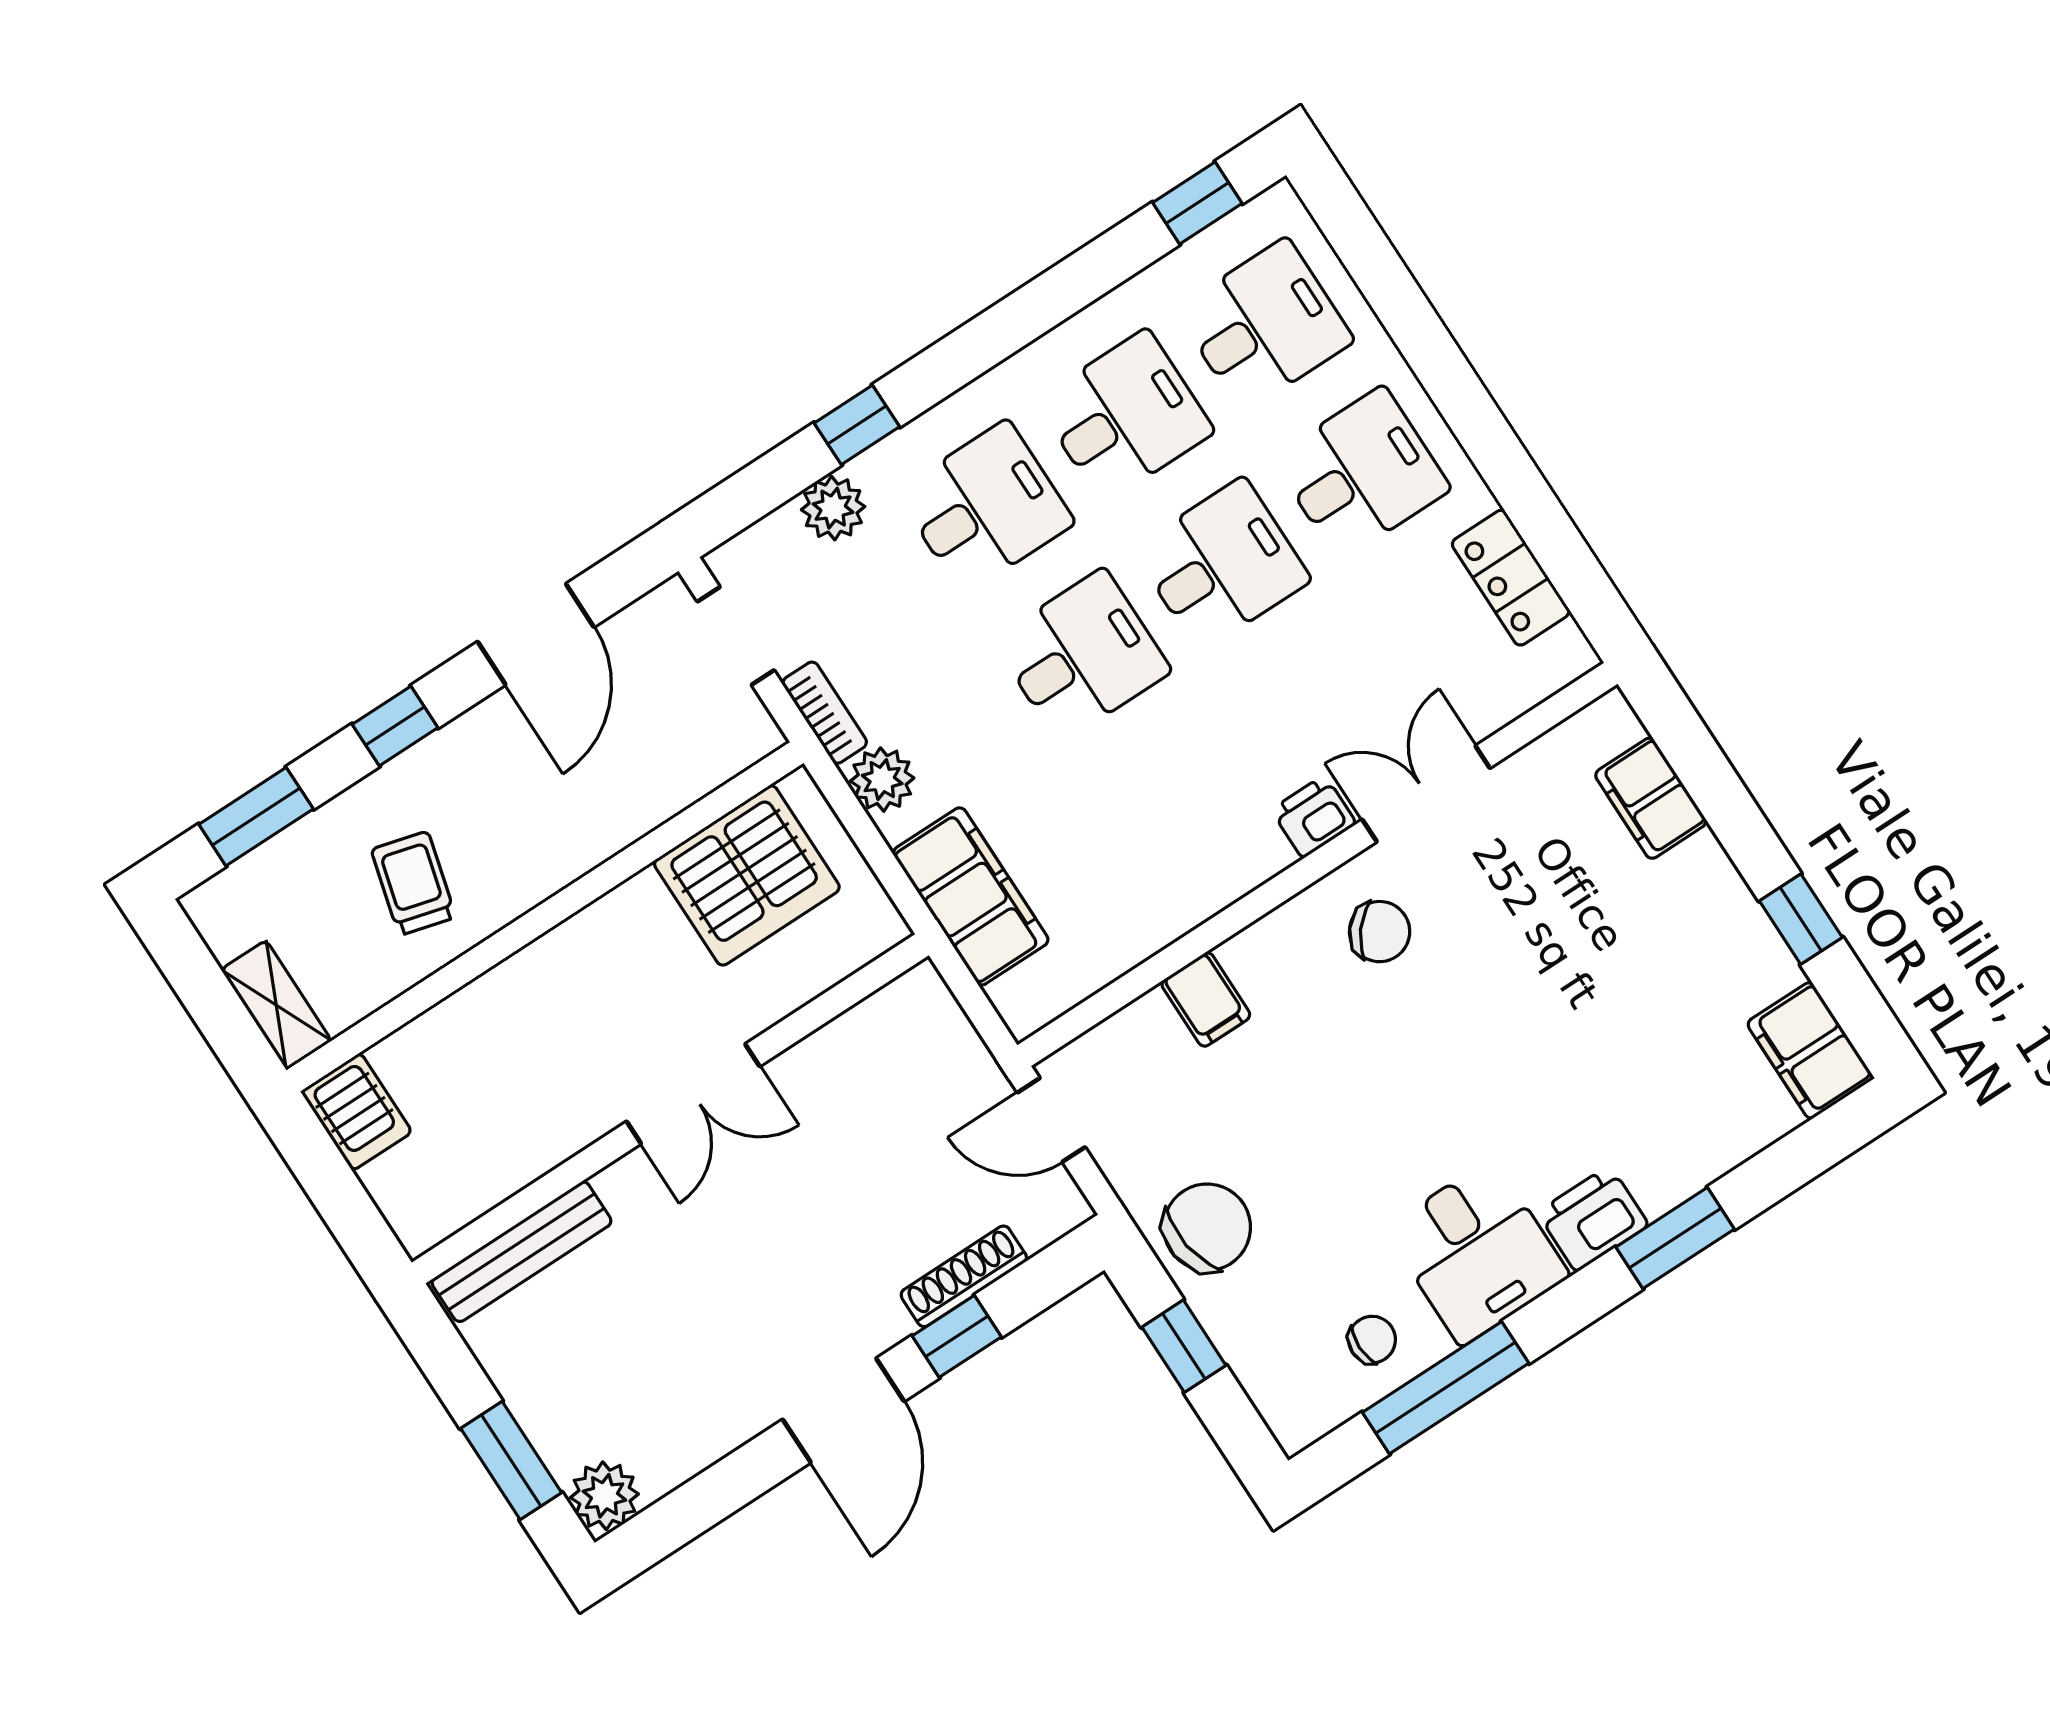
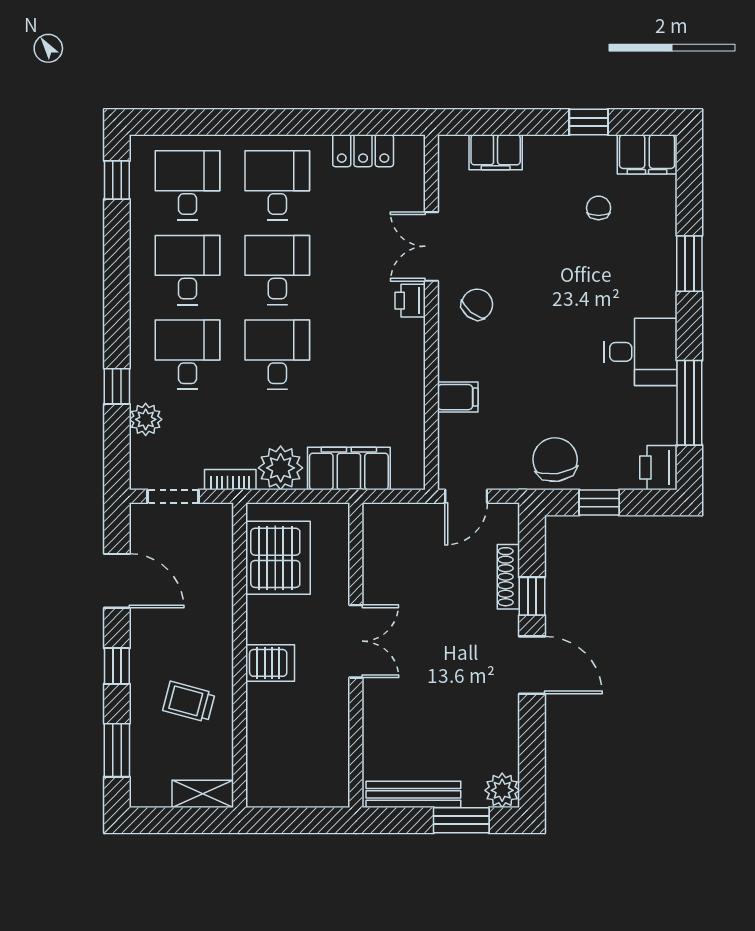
plant: (882, 780) -> (281, 468), width x1.36, depth x1.36
server rack: (356, 1112) -> (270, 663), moved
printer: (1593, 1219) -> (658, 468), moved
bench: (522, 1252) -> (413, 794), moved, turned 90
chair: (1372, 1340) -> (599, 208), moved

